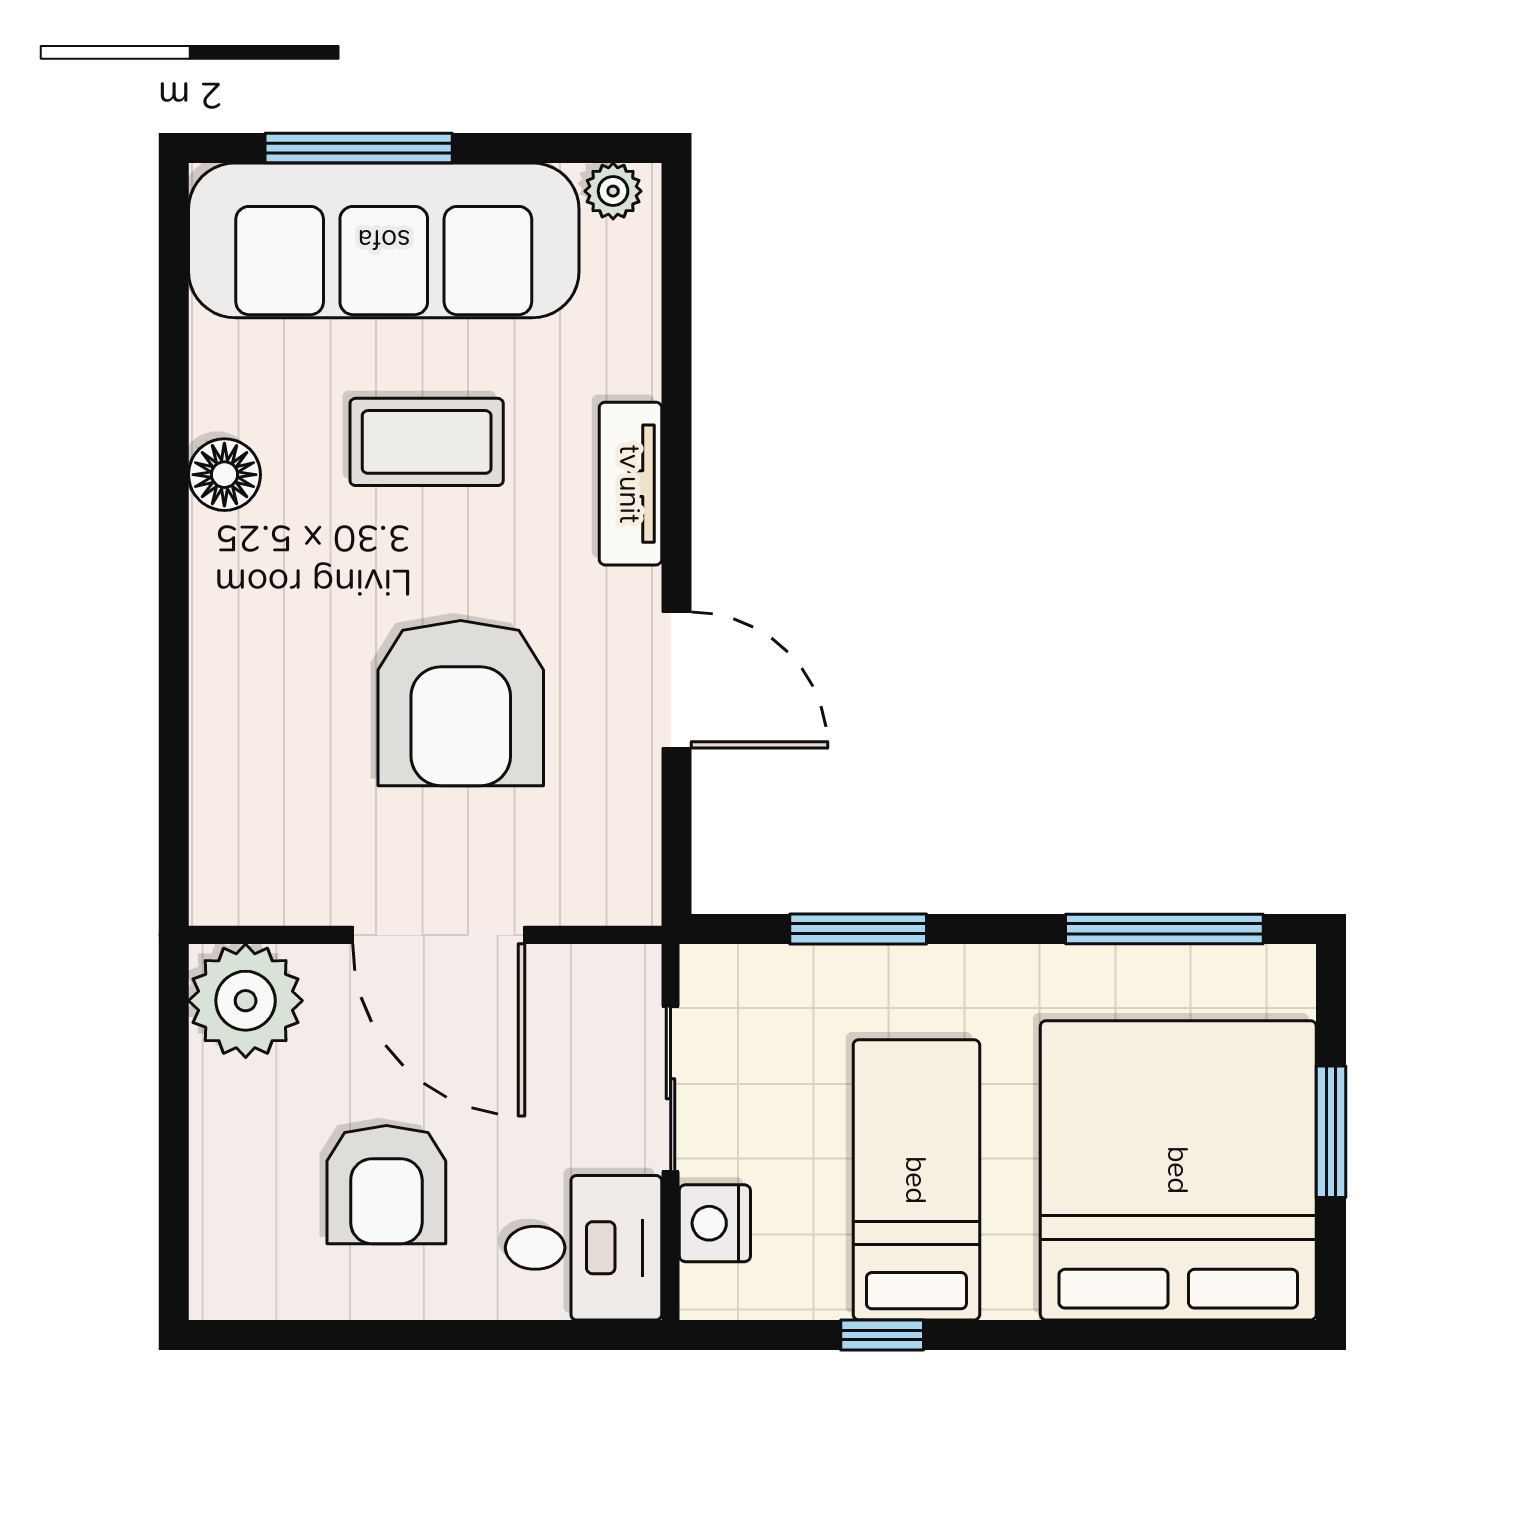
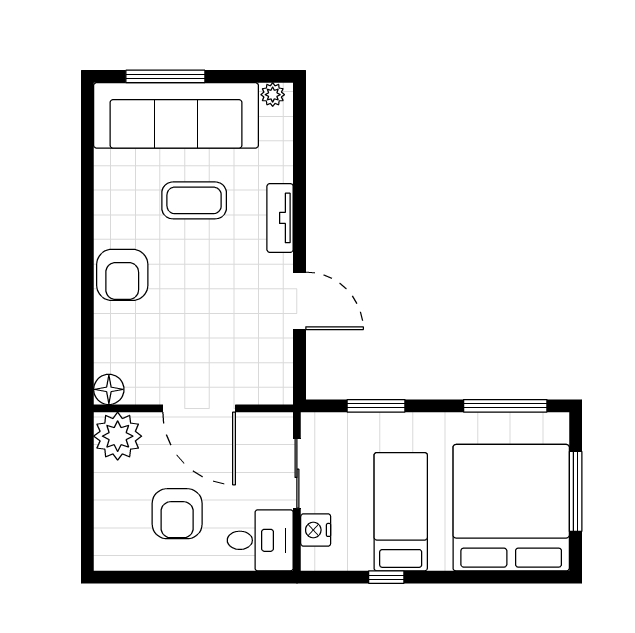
floor lamp: (224, 475) -> (109, 389), moved
armchair: (461, 703) -> (122, 275), moved, width x0.73, depth x0.73
window: (1331, 1132) -> (576, 491), width x1.44

